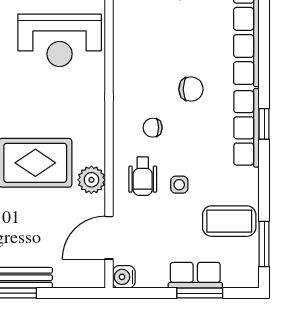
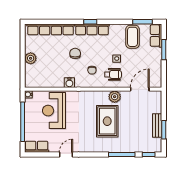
reception desk: (60, 40) -> (54, 111), turned 180
door: (109, 238) -> (140, 89), swing flipped
row of seats: (195, 275) -> (156, 36), moved
water cooler: (124, 277) -> (69, 83), moved

